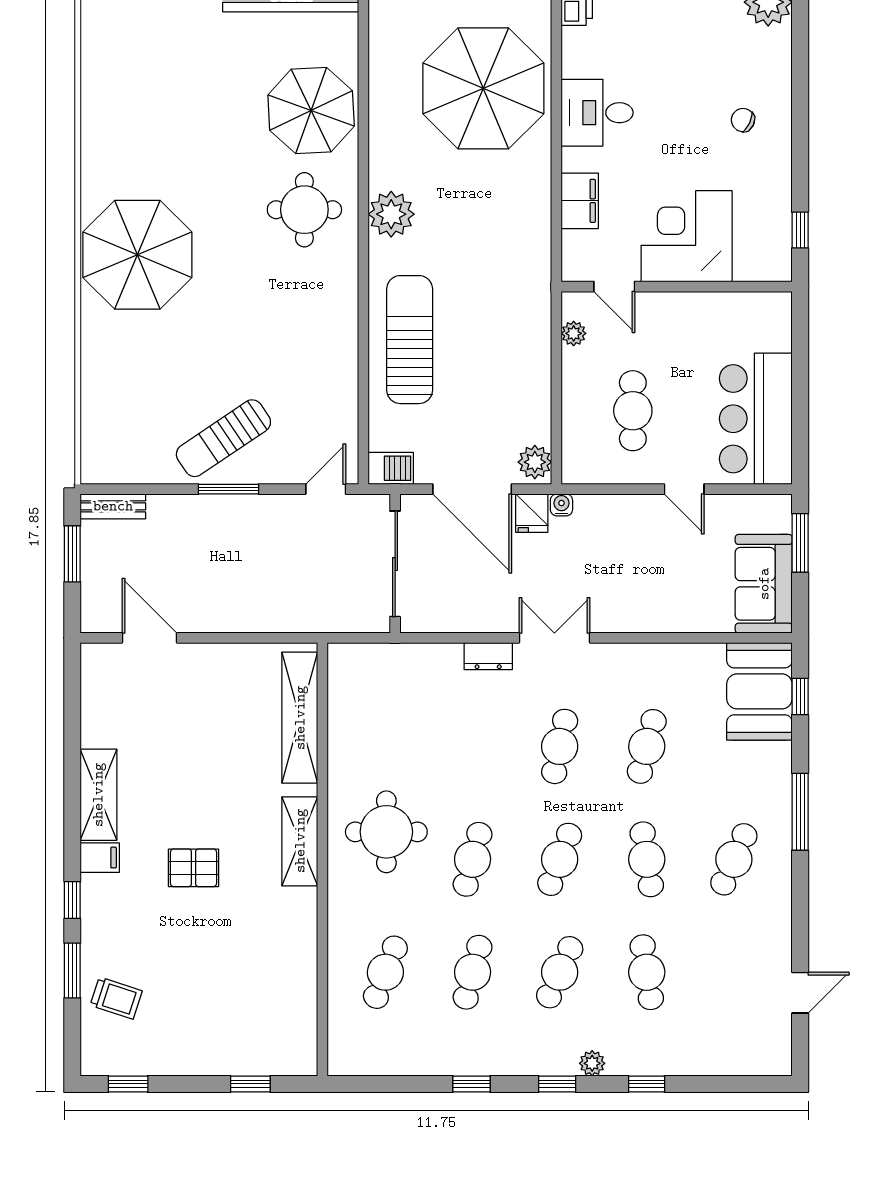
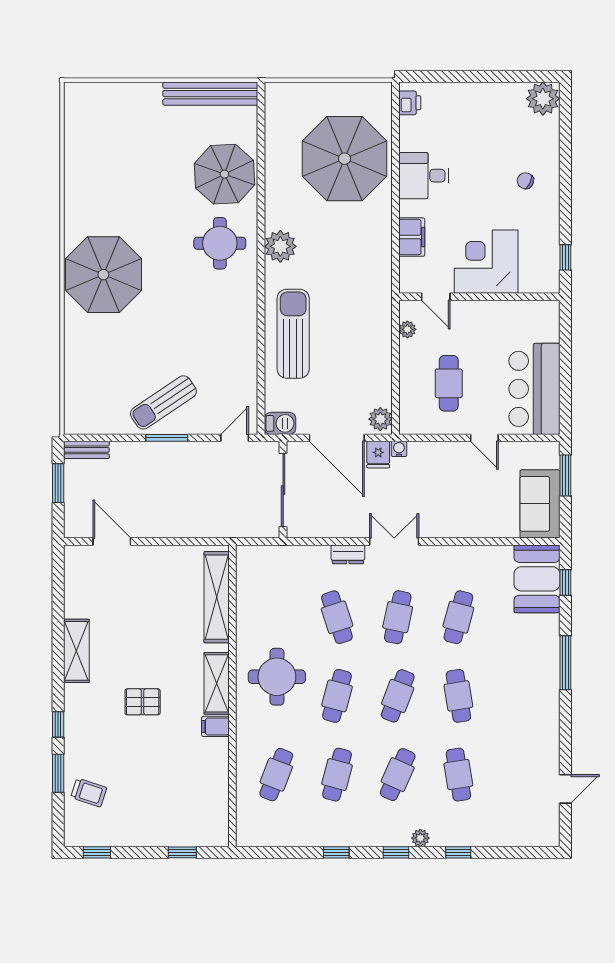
filing cabinet: (100, 858) -> (215, 726), moved, turned 180
cafe table: (734, 859) -> (337, 617), moved, turned -42

